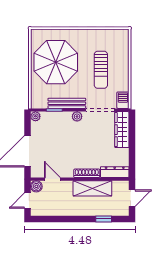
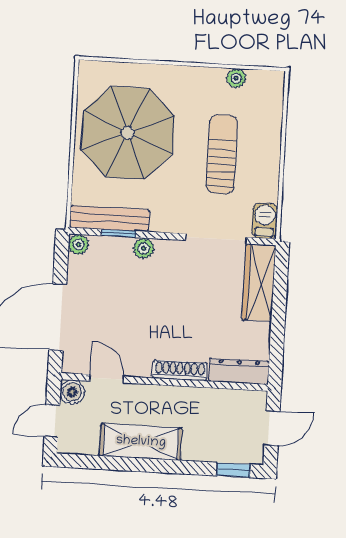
plant: (106, 33) -> (236, 78), added
sun lounger: (101, 70) -> (222, 154), turned 180
bench: (67, 103) -> (109, 219), moved
plant: (77, 116) -> (144, 248), moved
shelving: (92, 188) -> (141, 442), moved
window: (104, 219) -> (234, 470), moved

